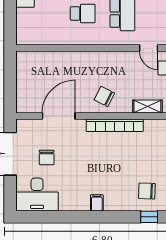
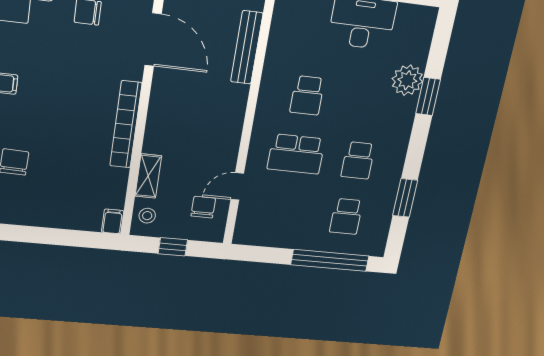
bench: (56, 57) -> (247, 48), added
chair: (104, 96) -> (174, 114), removed

